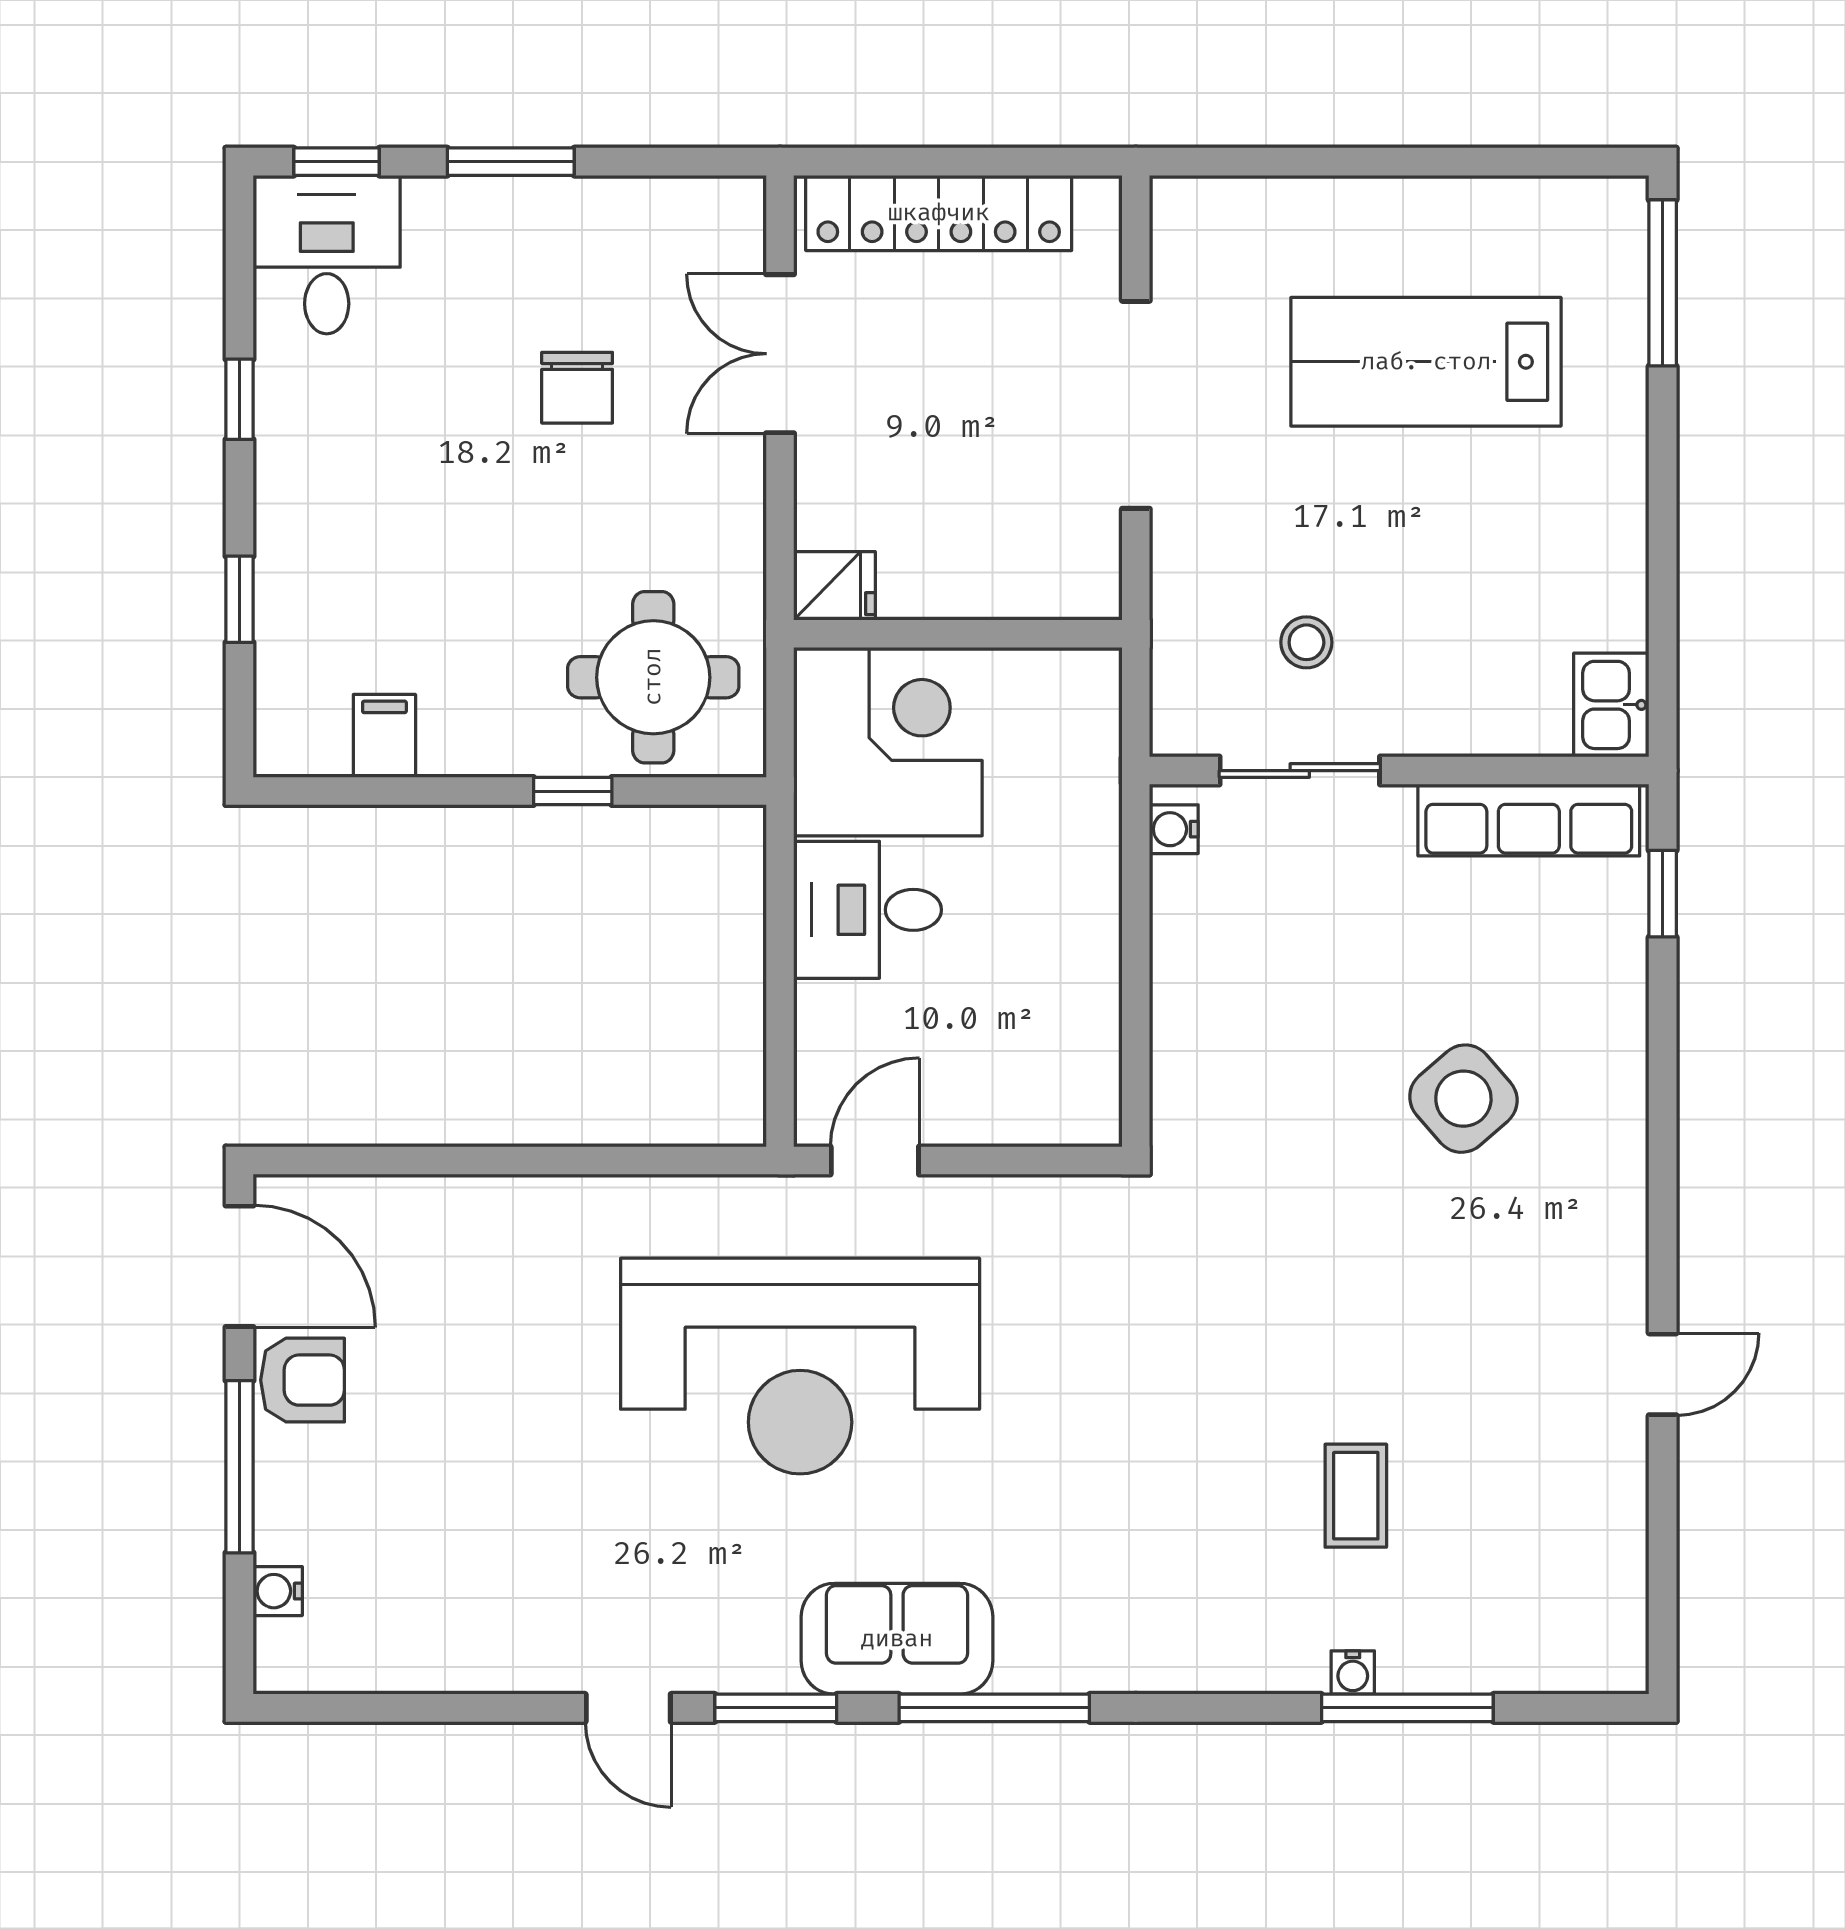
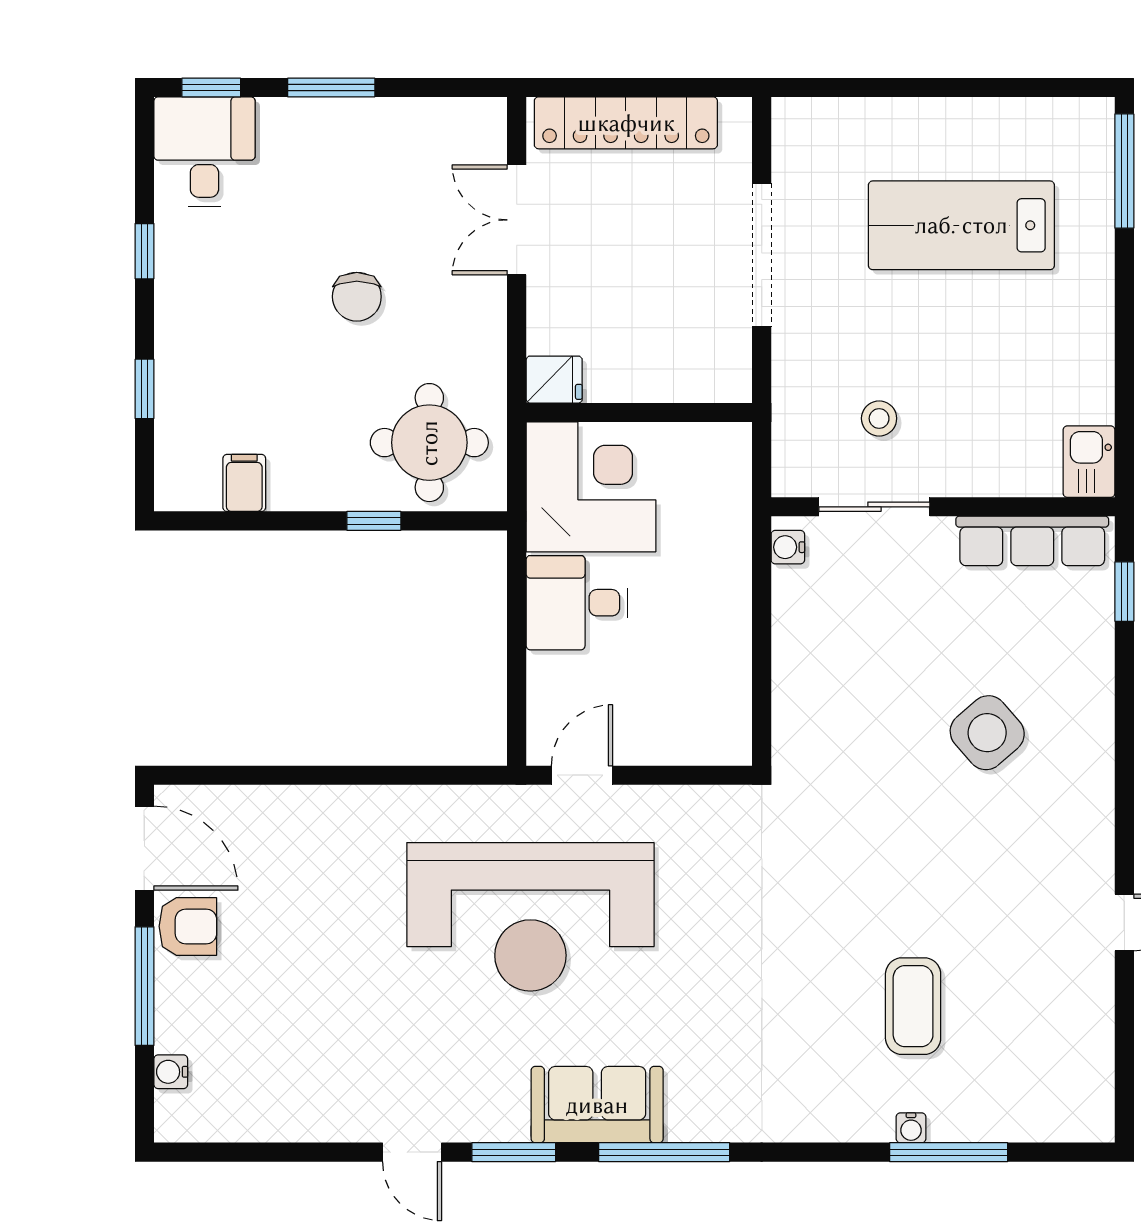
chair: (577, 388) -> (357, 297), moved
coffee table: (1356, 1496) -> (913, 1006), width x1.36, depth x1.30

